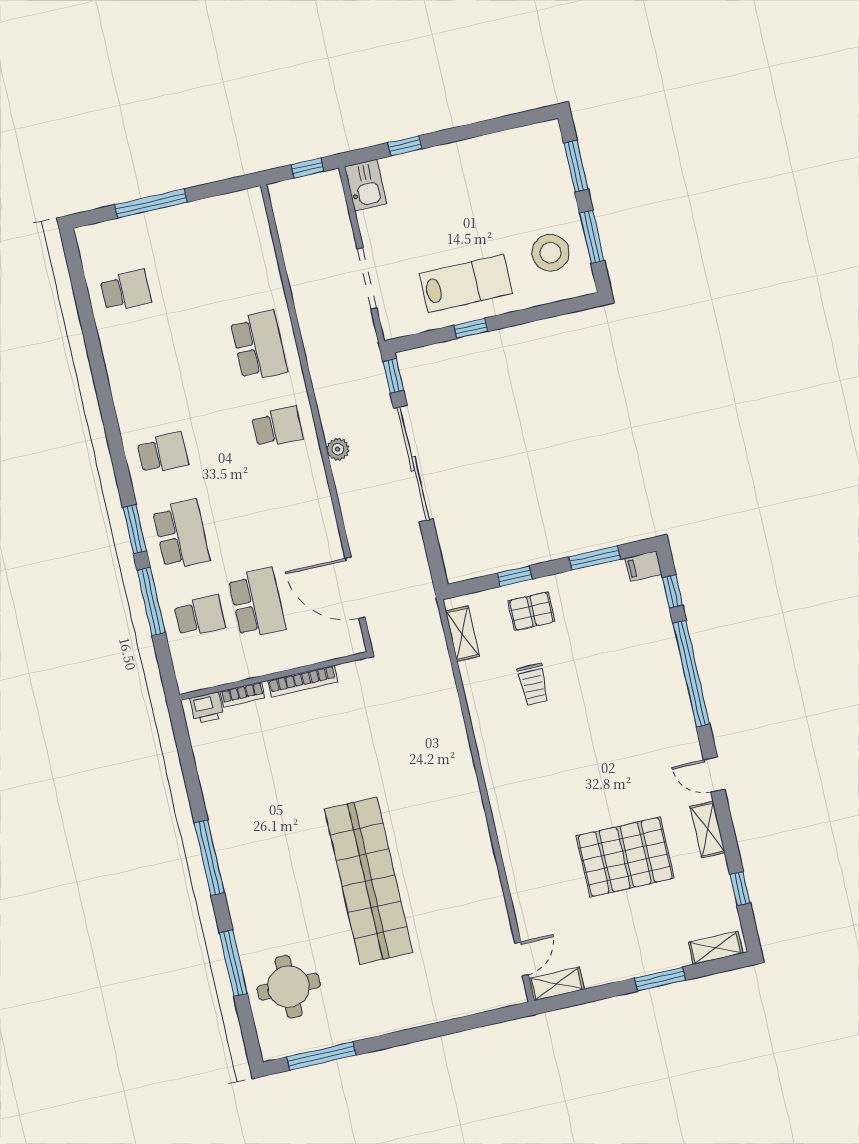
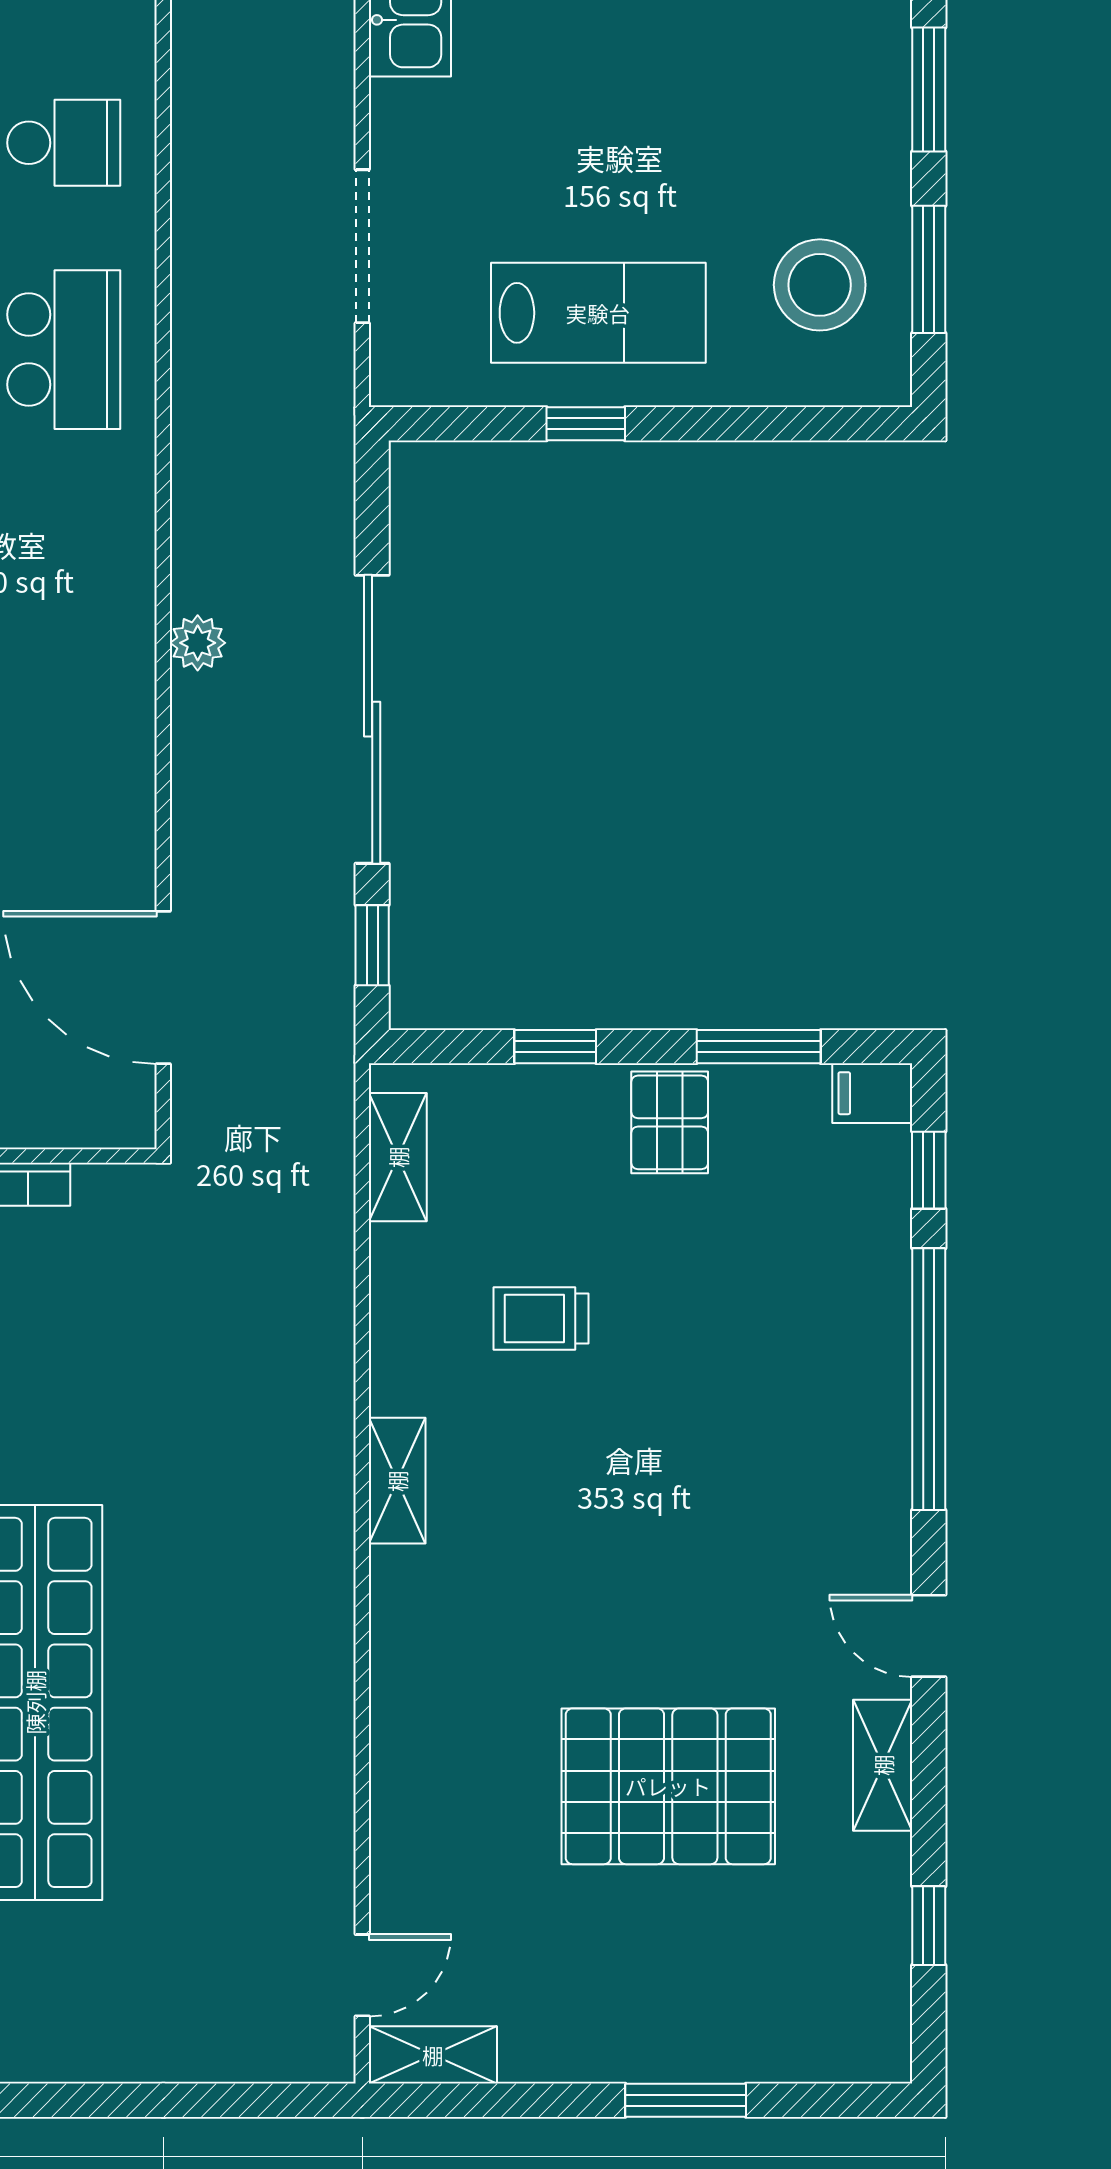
window: (393, 376) -> (372, 945), moved
school desk: (277, 427) -> (64, 143), moved
pallet: (531, 611) -> (670, 1122), moved, turned 90
trolley: (533, 684) -> (541, 1318), turned 90
shelving: (716, 948) -> (397, 1481), moved, turned 90

